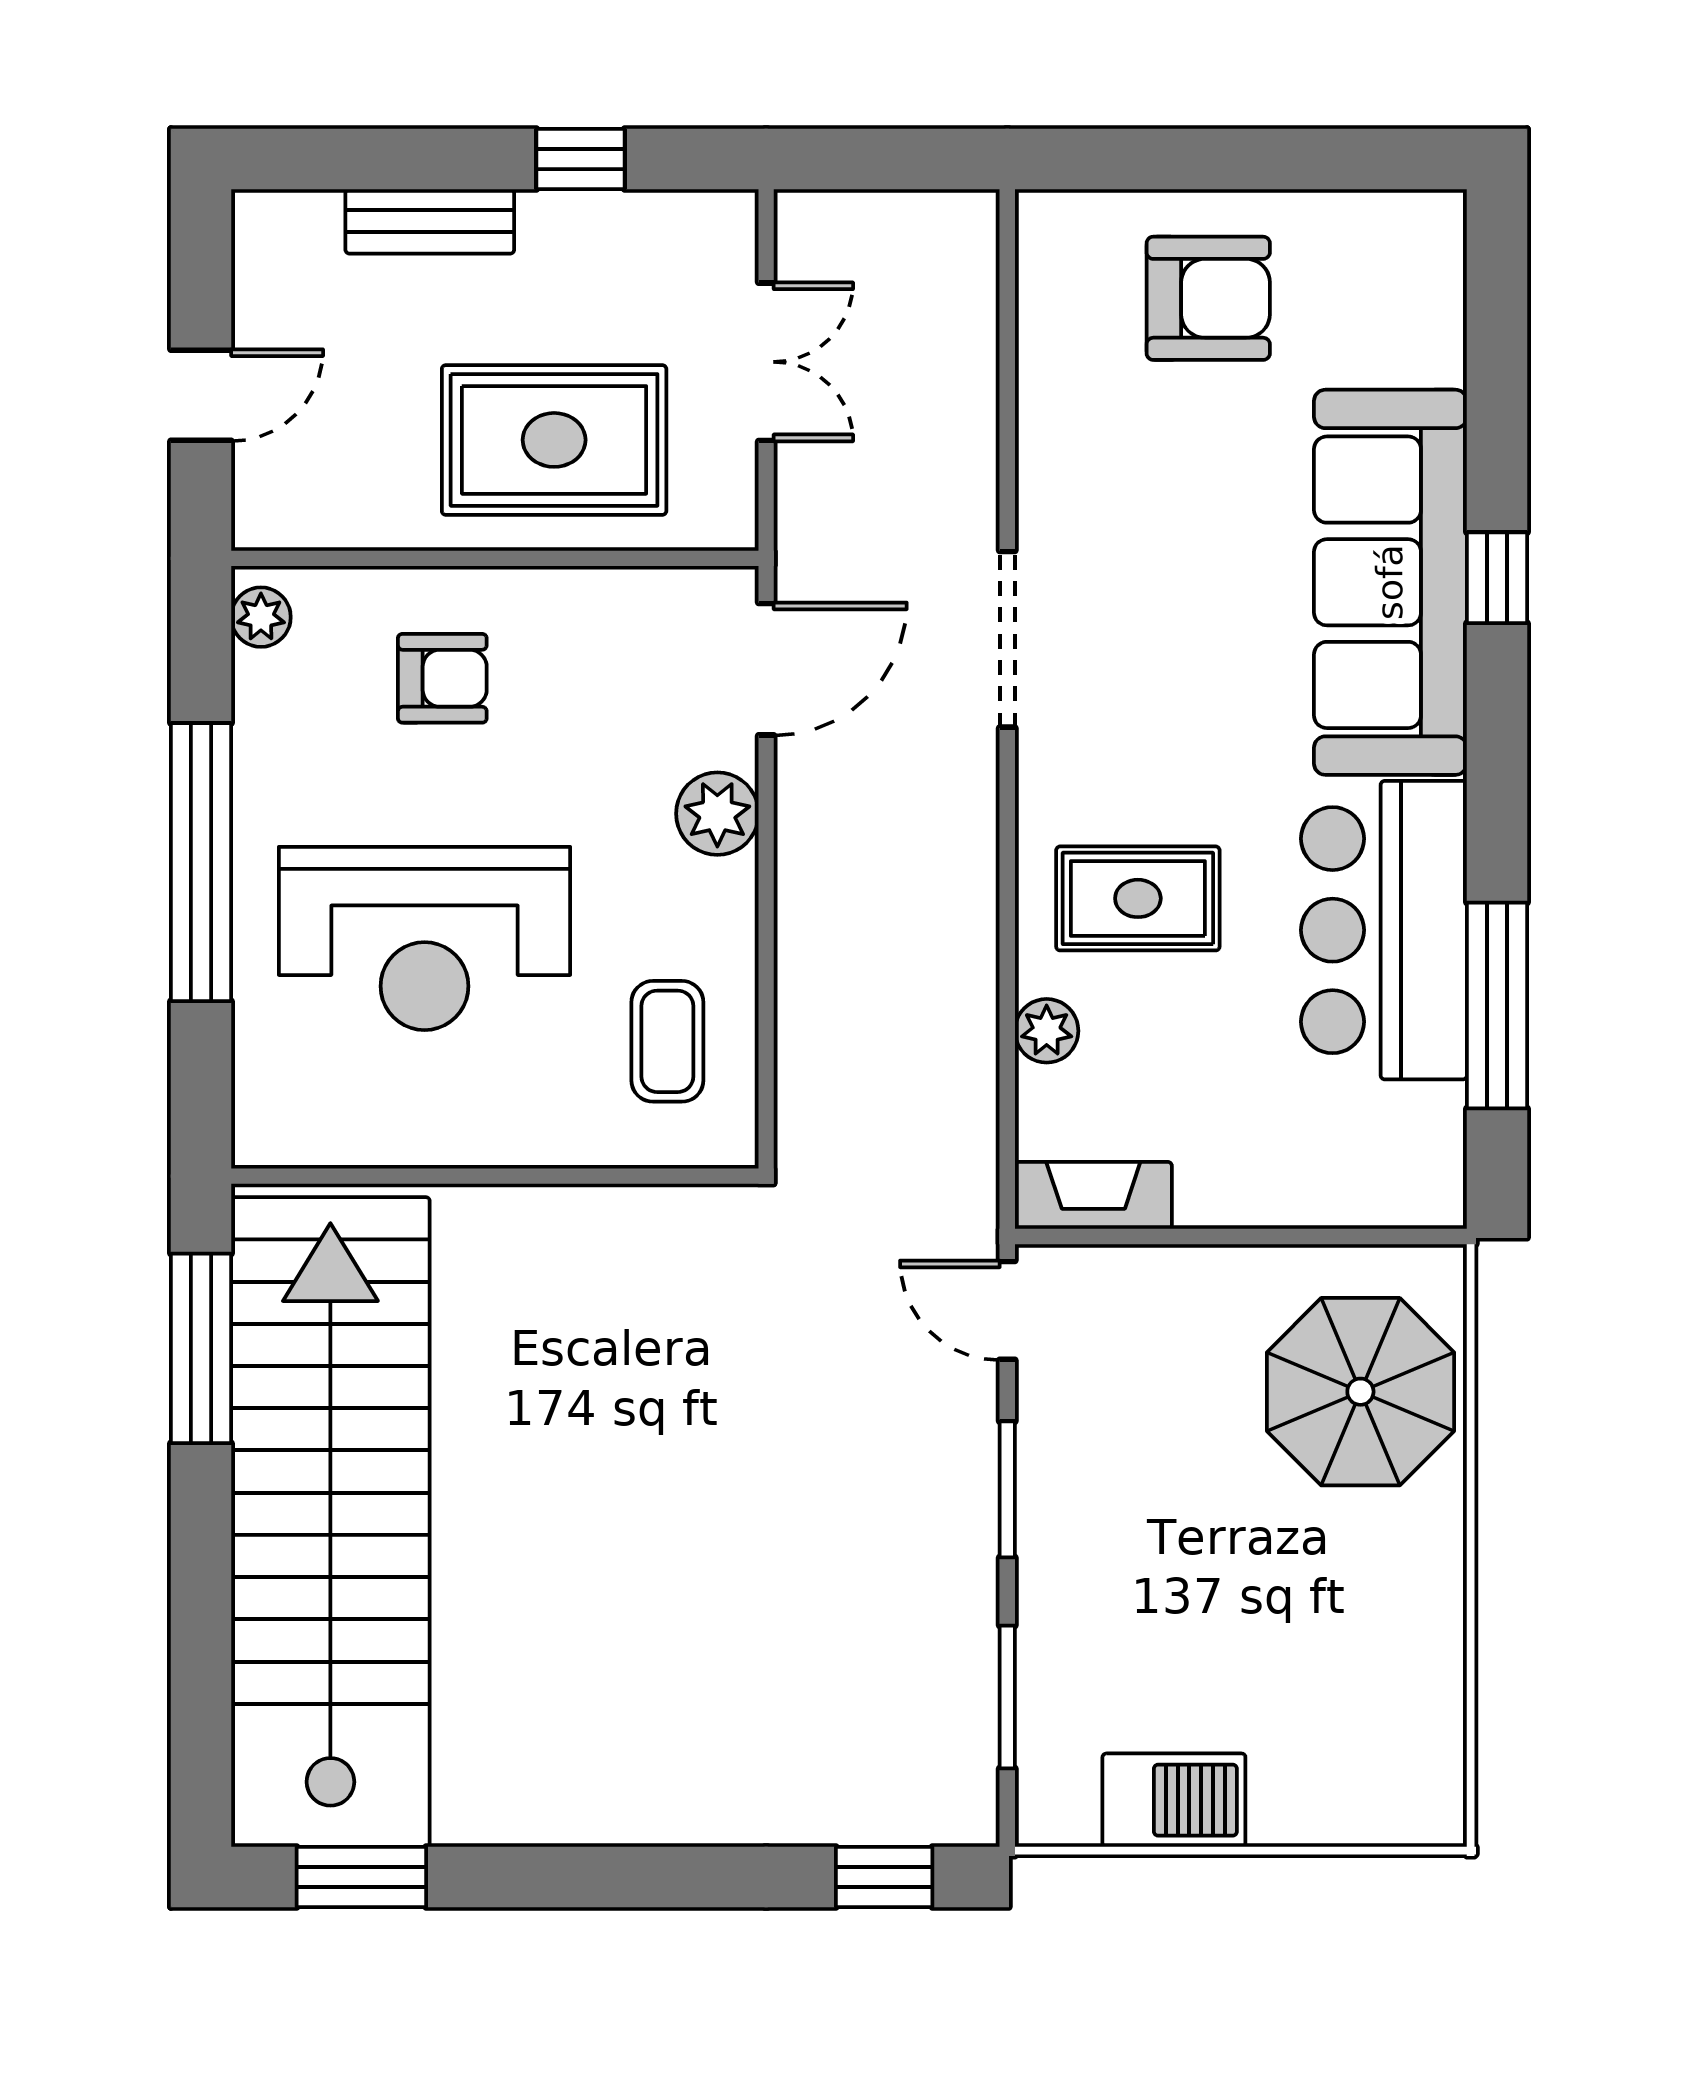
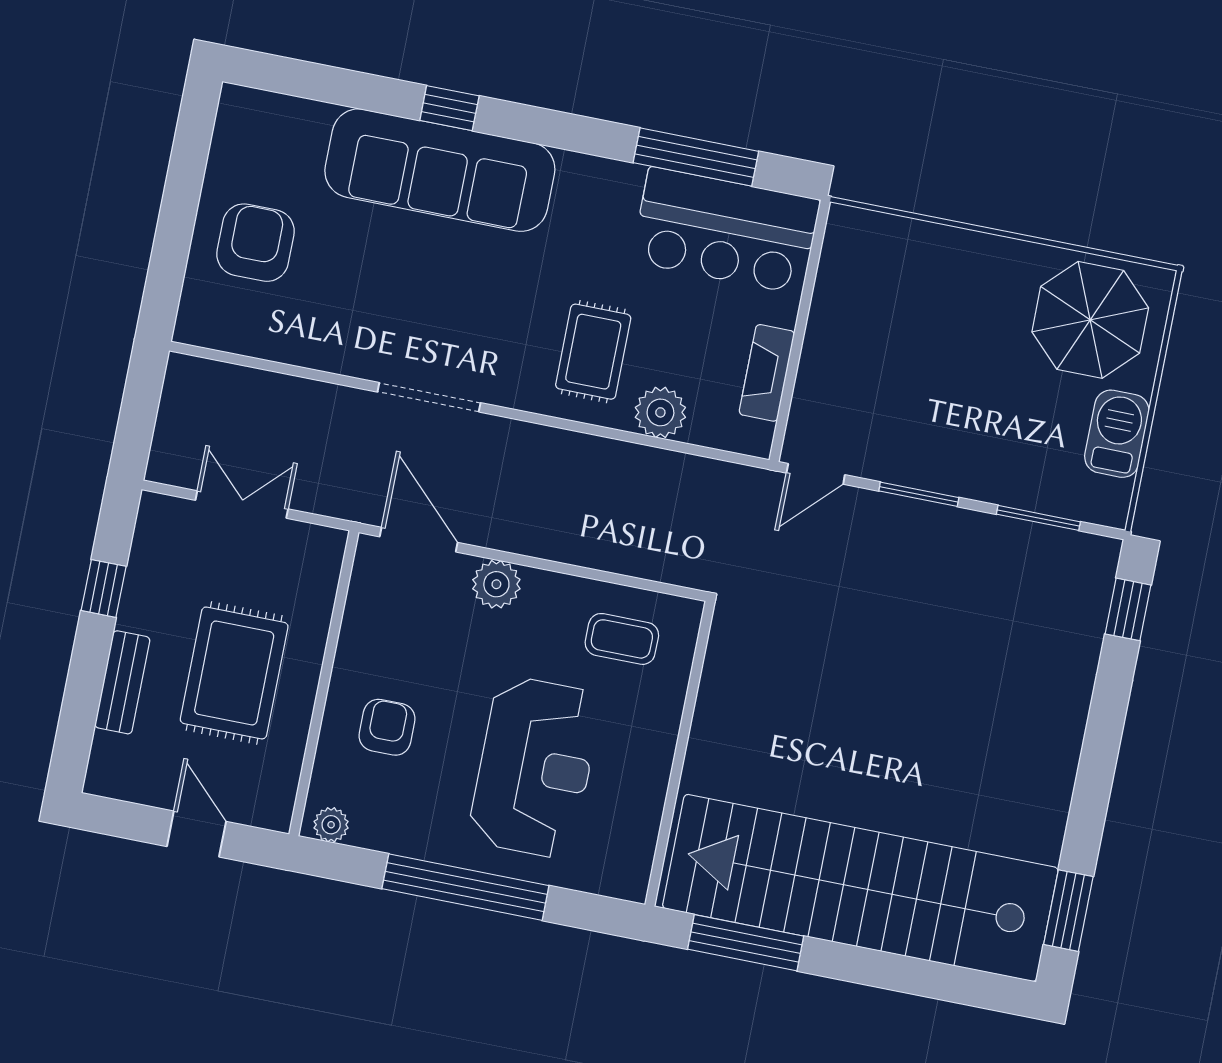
rug: (554, 440) -> (234, 673), moved
bar counter: (1384, 930) -> (726, 231), moved
plant: (1047, 1031) -> (660, 412), width x1.38, depth x1.38
fireplace: (1093, 1195) -> (767, 373), moved
parasol: (1360, 1392) -> (1090, 320), moved

